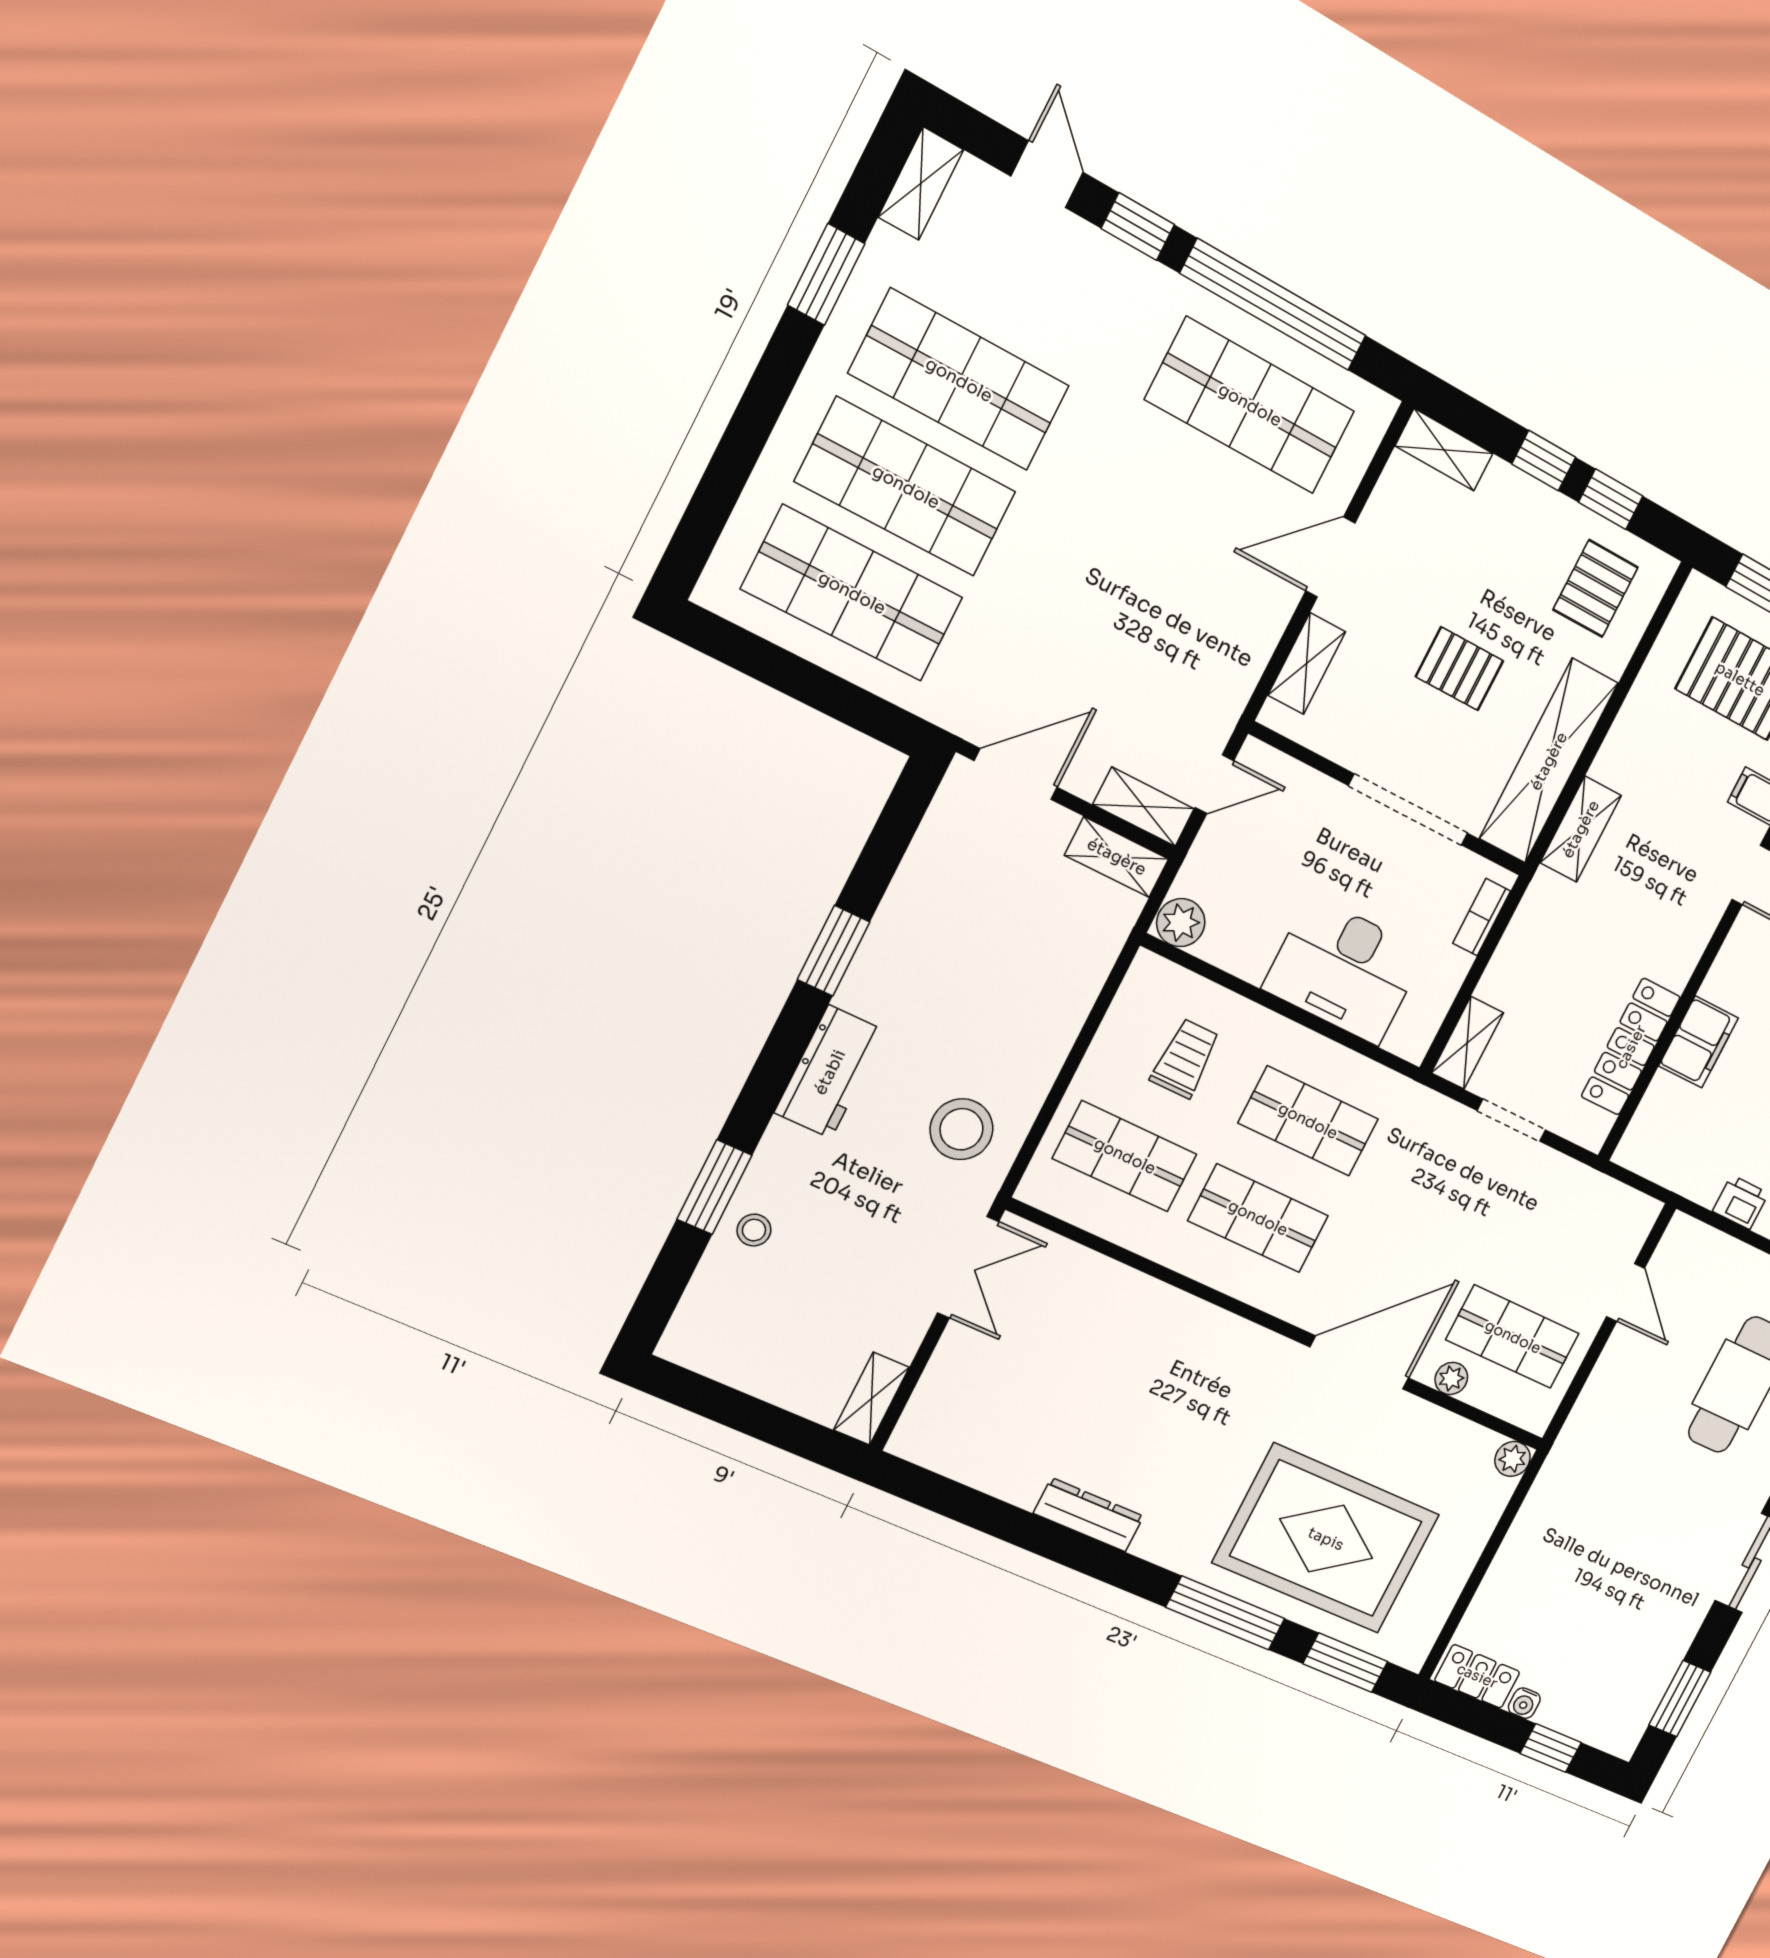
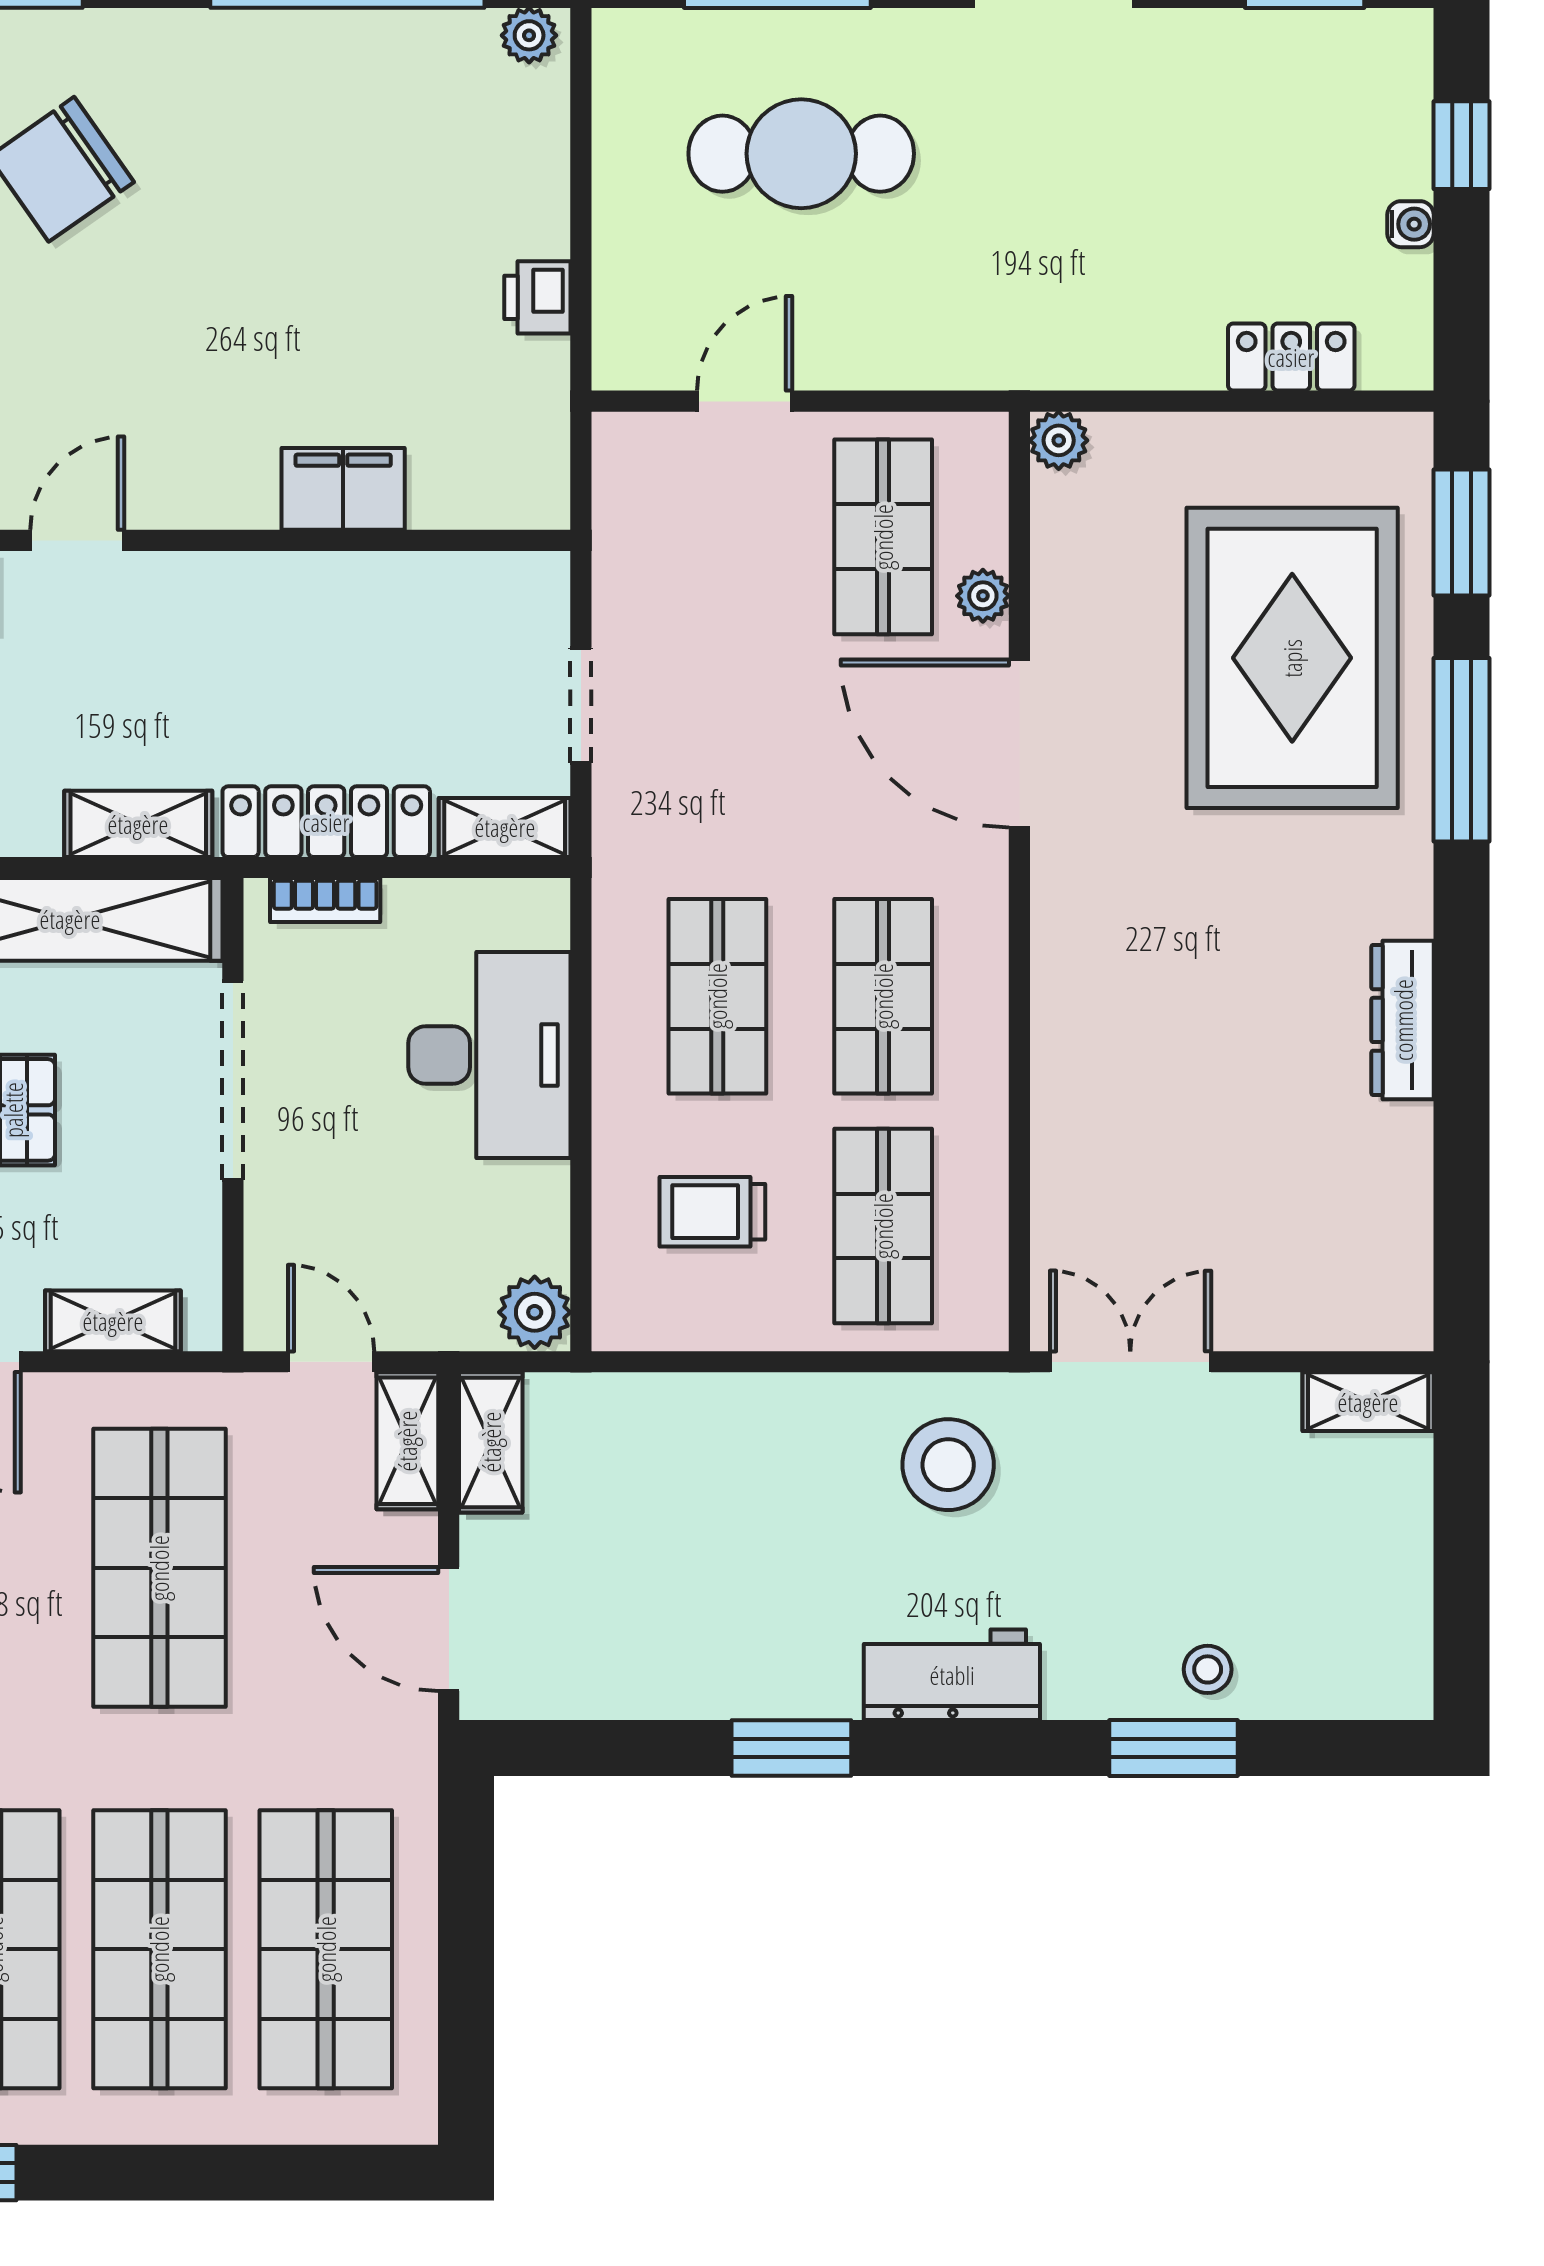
shop shelf: (1145, 614) -> (159, 1568), added
locker: (1631, 1047) -> (326, 822), moved, turned 180
locker: (1477, 1676) -> (1291, 357), moved, turned 90

